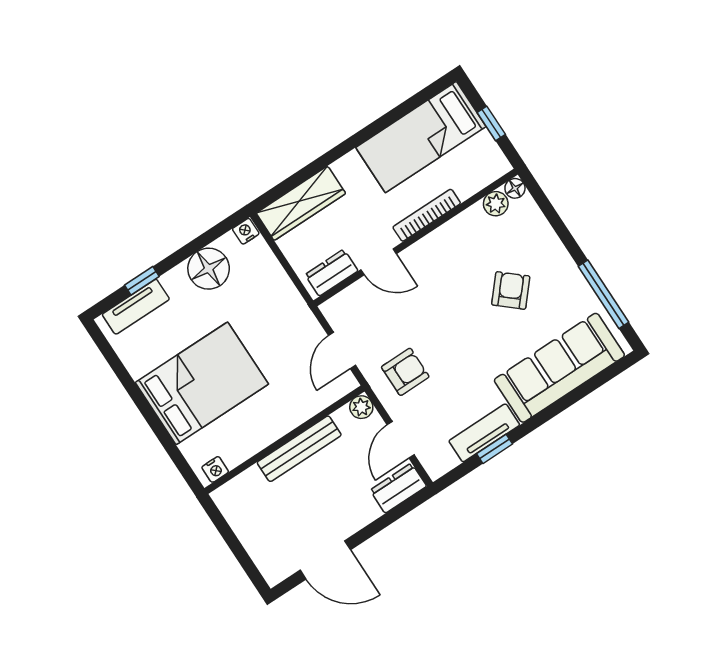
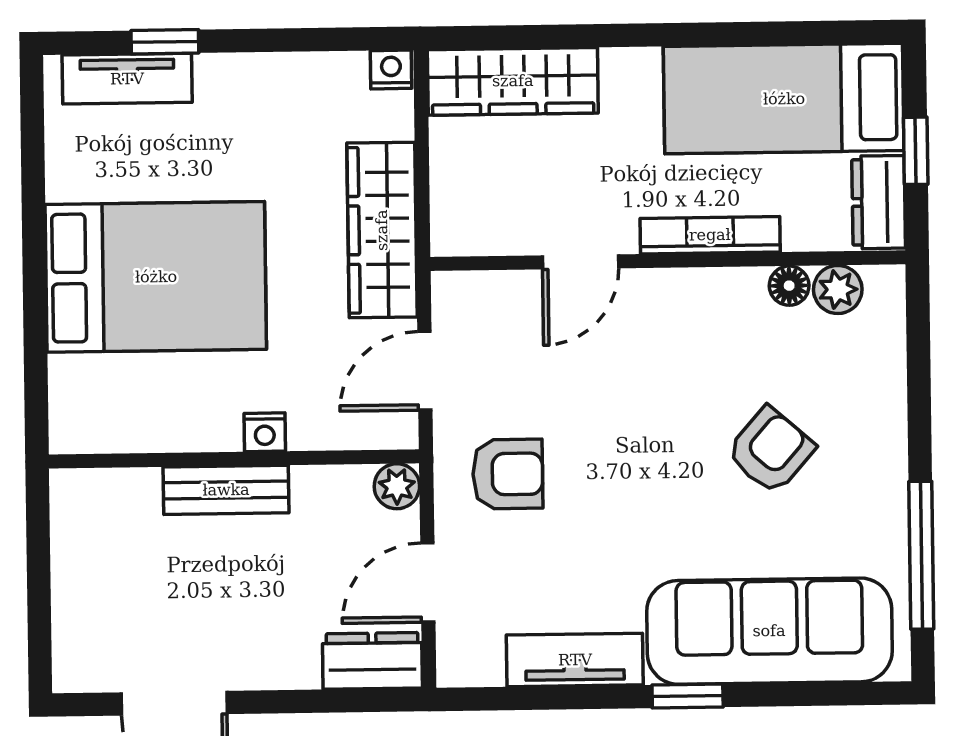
floor lamp: (515, 188) -> (789, 286), moved
door: (379, 262) -> (580, 262), hinge flipped
floor lamp: (209, 269) -> (289, 92), removed
dresser: (331, 273) -> (879, 202), moved, turned -90
wardrobe: (286, 302) -> (382, 230), added
bench: (299, 449) -> (226, 490), width x0.73
window: (494, 449) -> (688, 696), moved
nightstand: (215, 469) -> (265, 432), moved

